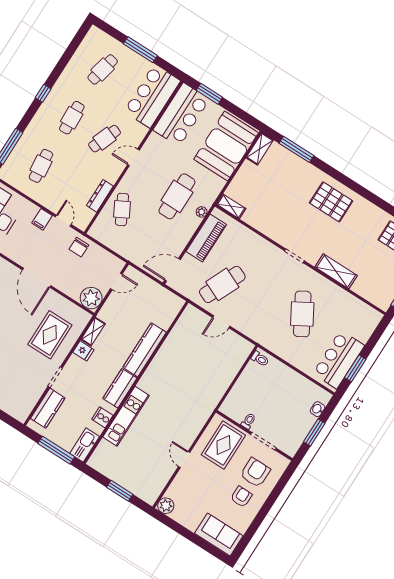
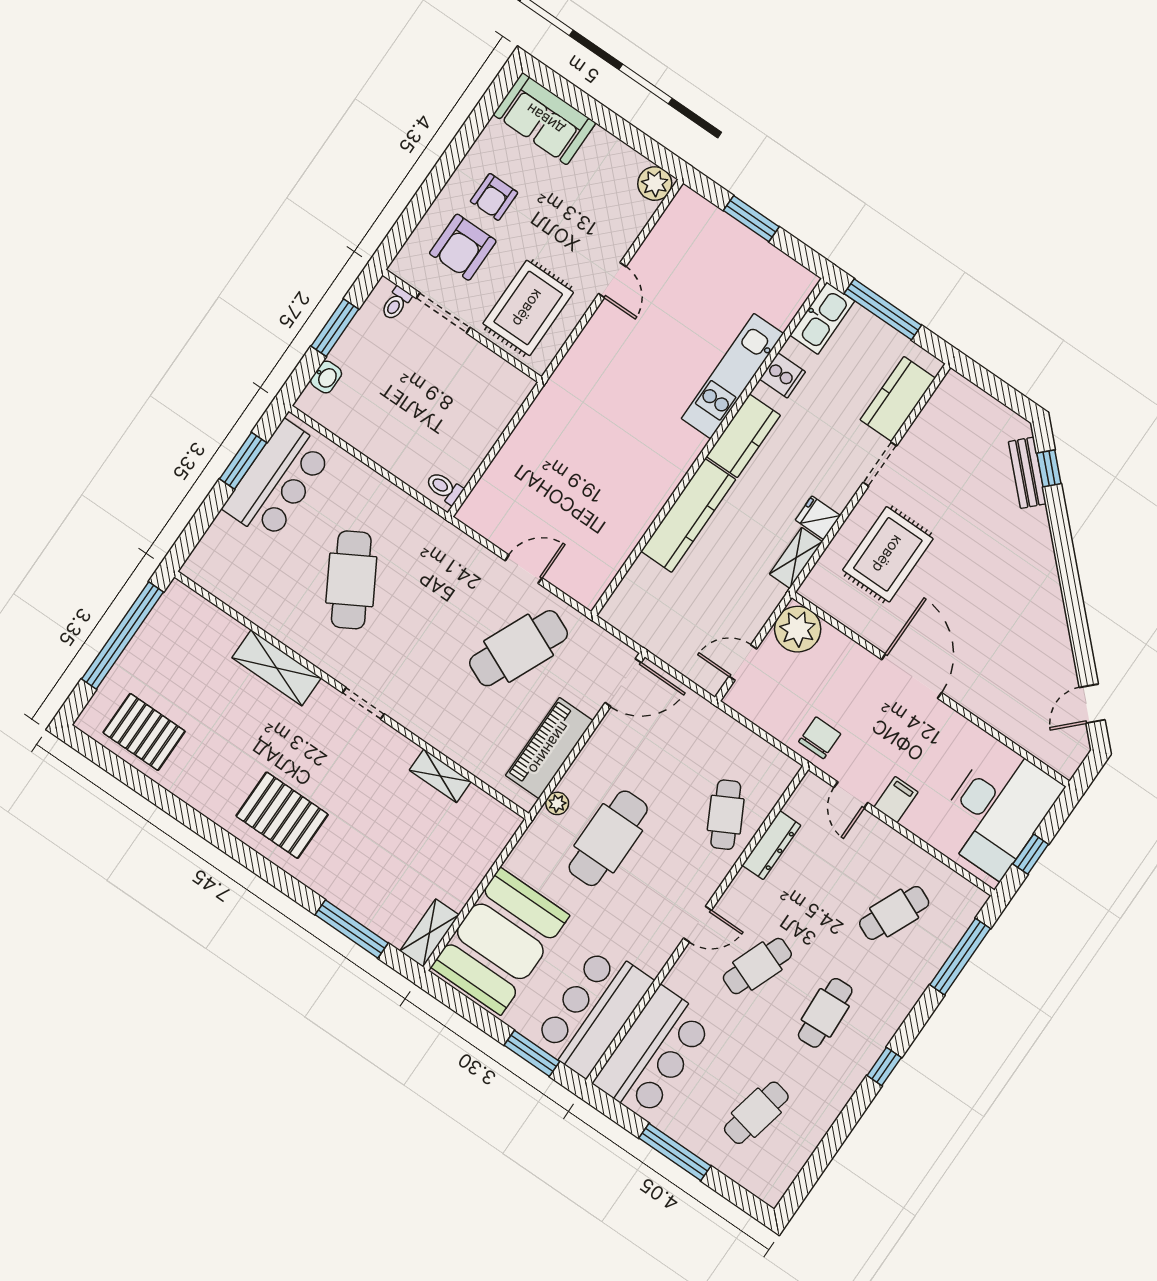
cafe table: (41, 166) -> (894, 913), turned 30
shelving: (231, 206) -> (440, 776), moved
toilet: (248, 421) -> (396, 303), moved

